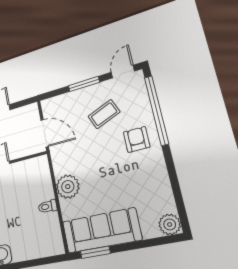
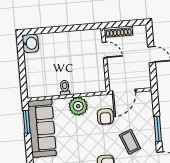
armchair: (76, 151) -> (105, 116), added

